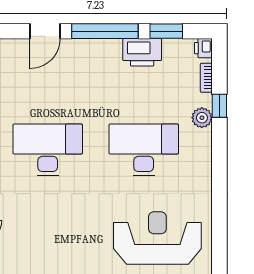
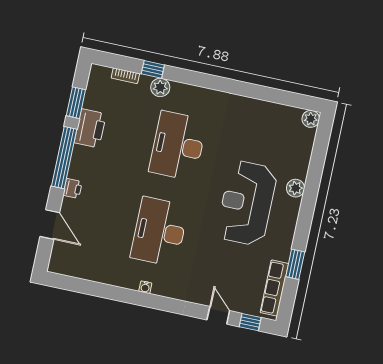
door: (45, 31) -> (50, 225), moved
printer: (203, 48) -> (73, 188), moved, turned -90
reception desk: (157, 238) -> (247, 203), moved

